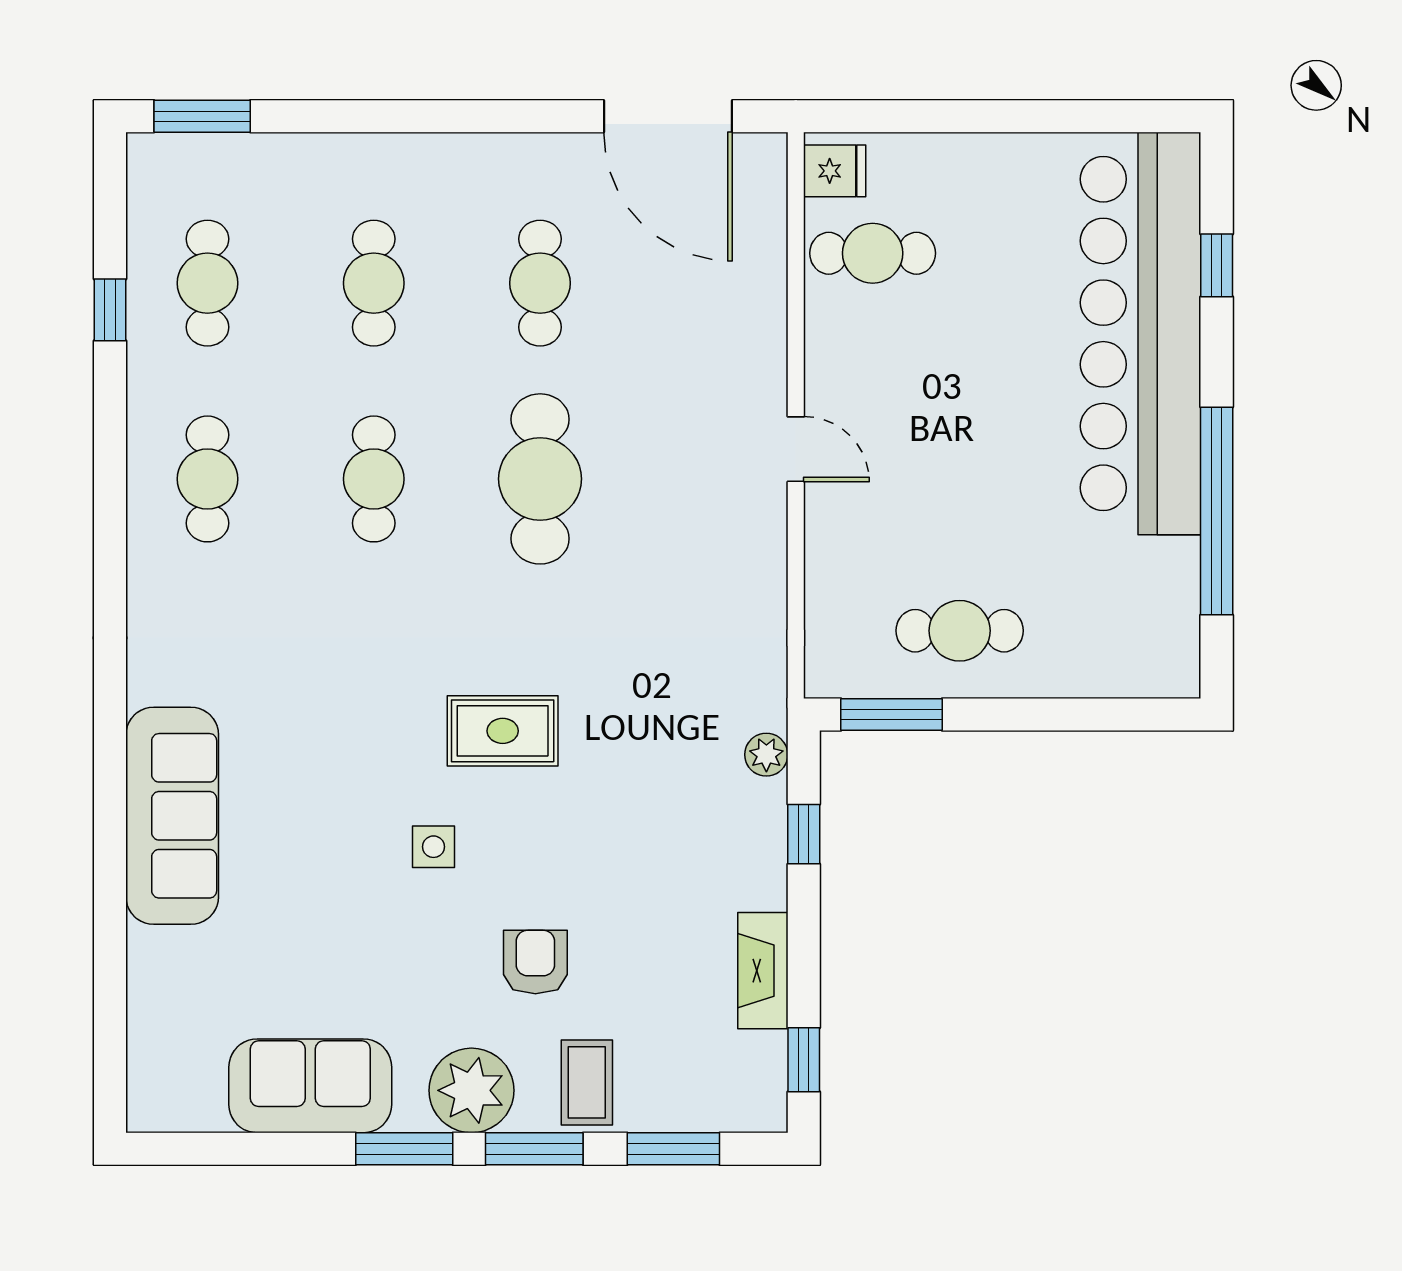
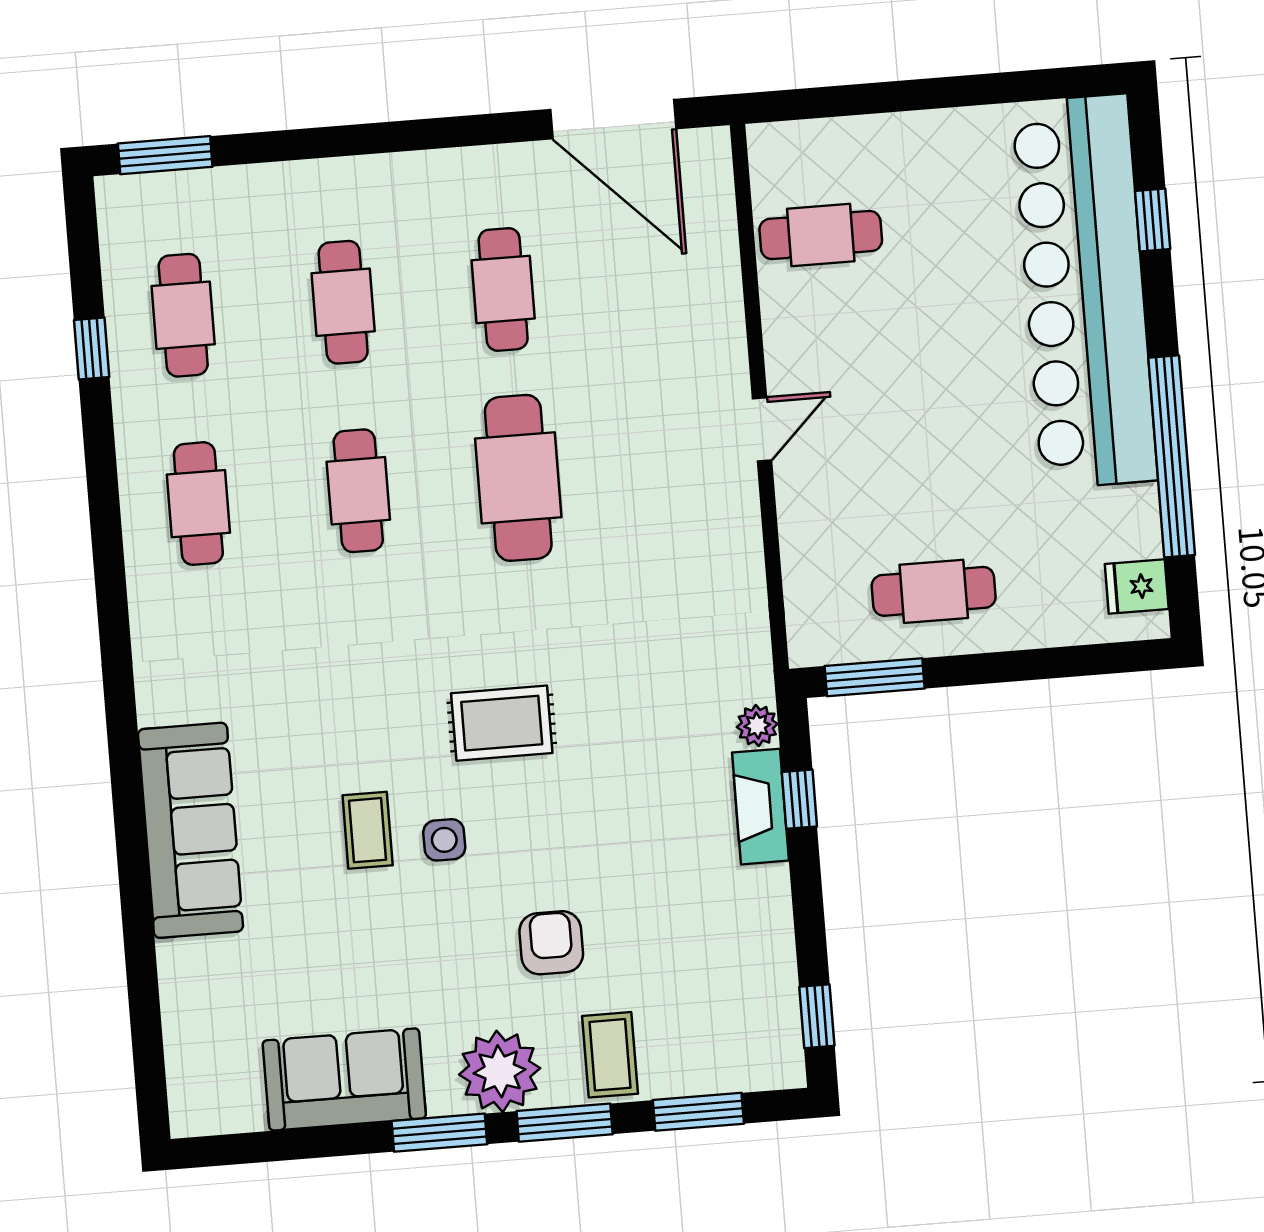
fridge: (835, 171) -> (1137, 586), moved, turned 180
door: (796, 449) -> (762, 429), hinge flipped
coffee table: (355, 830) -> (368, 830), added
fireplace: (763, 971) -> (760, 807), moved

